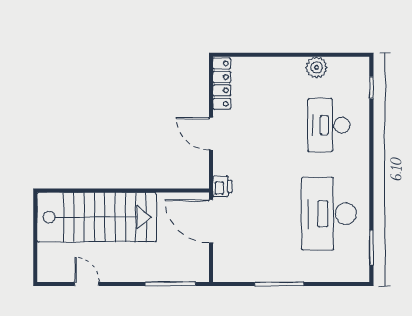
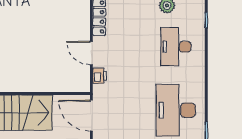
printer: (222, 186) -> (100, 76), moved

